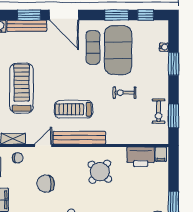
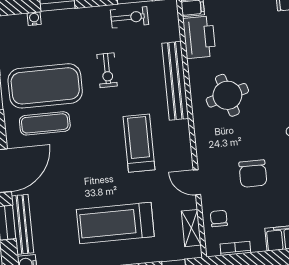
treadmill: (74, 109) -> (139, 143), turned 180
bench: (79, 138) -> (175, 81), moved
round table: (100, 172) -> (227, 95), turned 33

